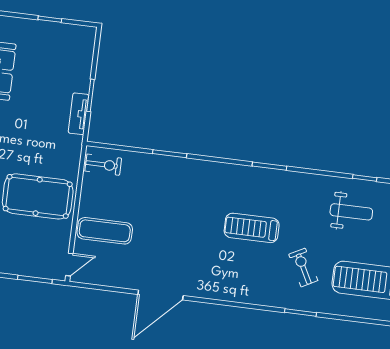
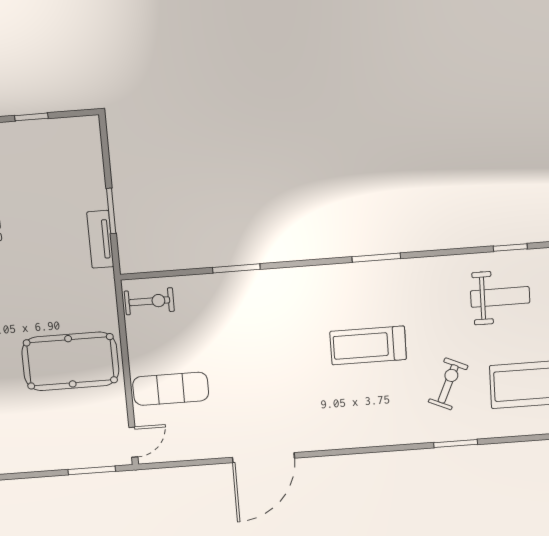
exercise bike: (303, 267) -> (448, 384), turned 52

